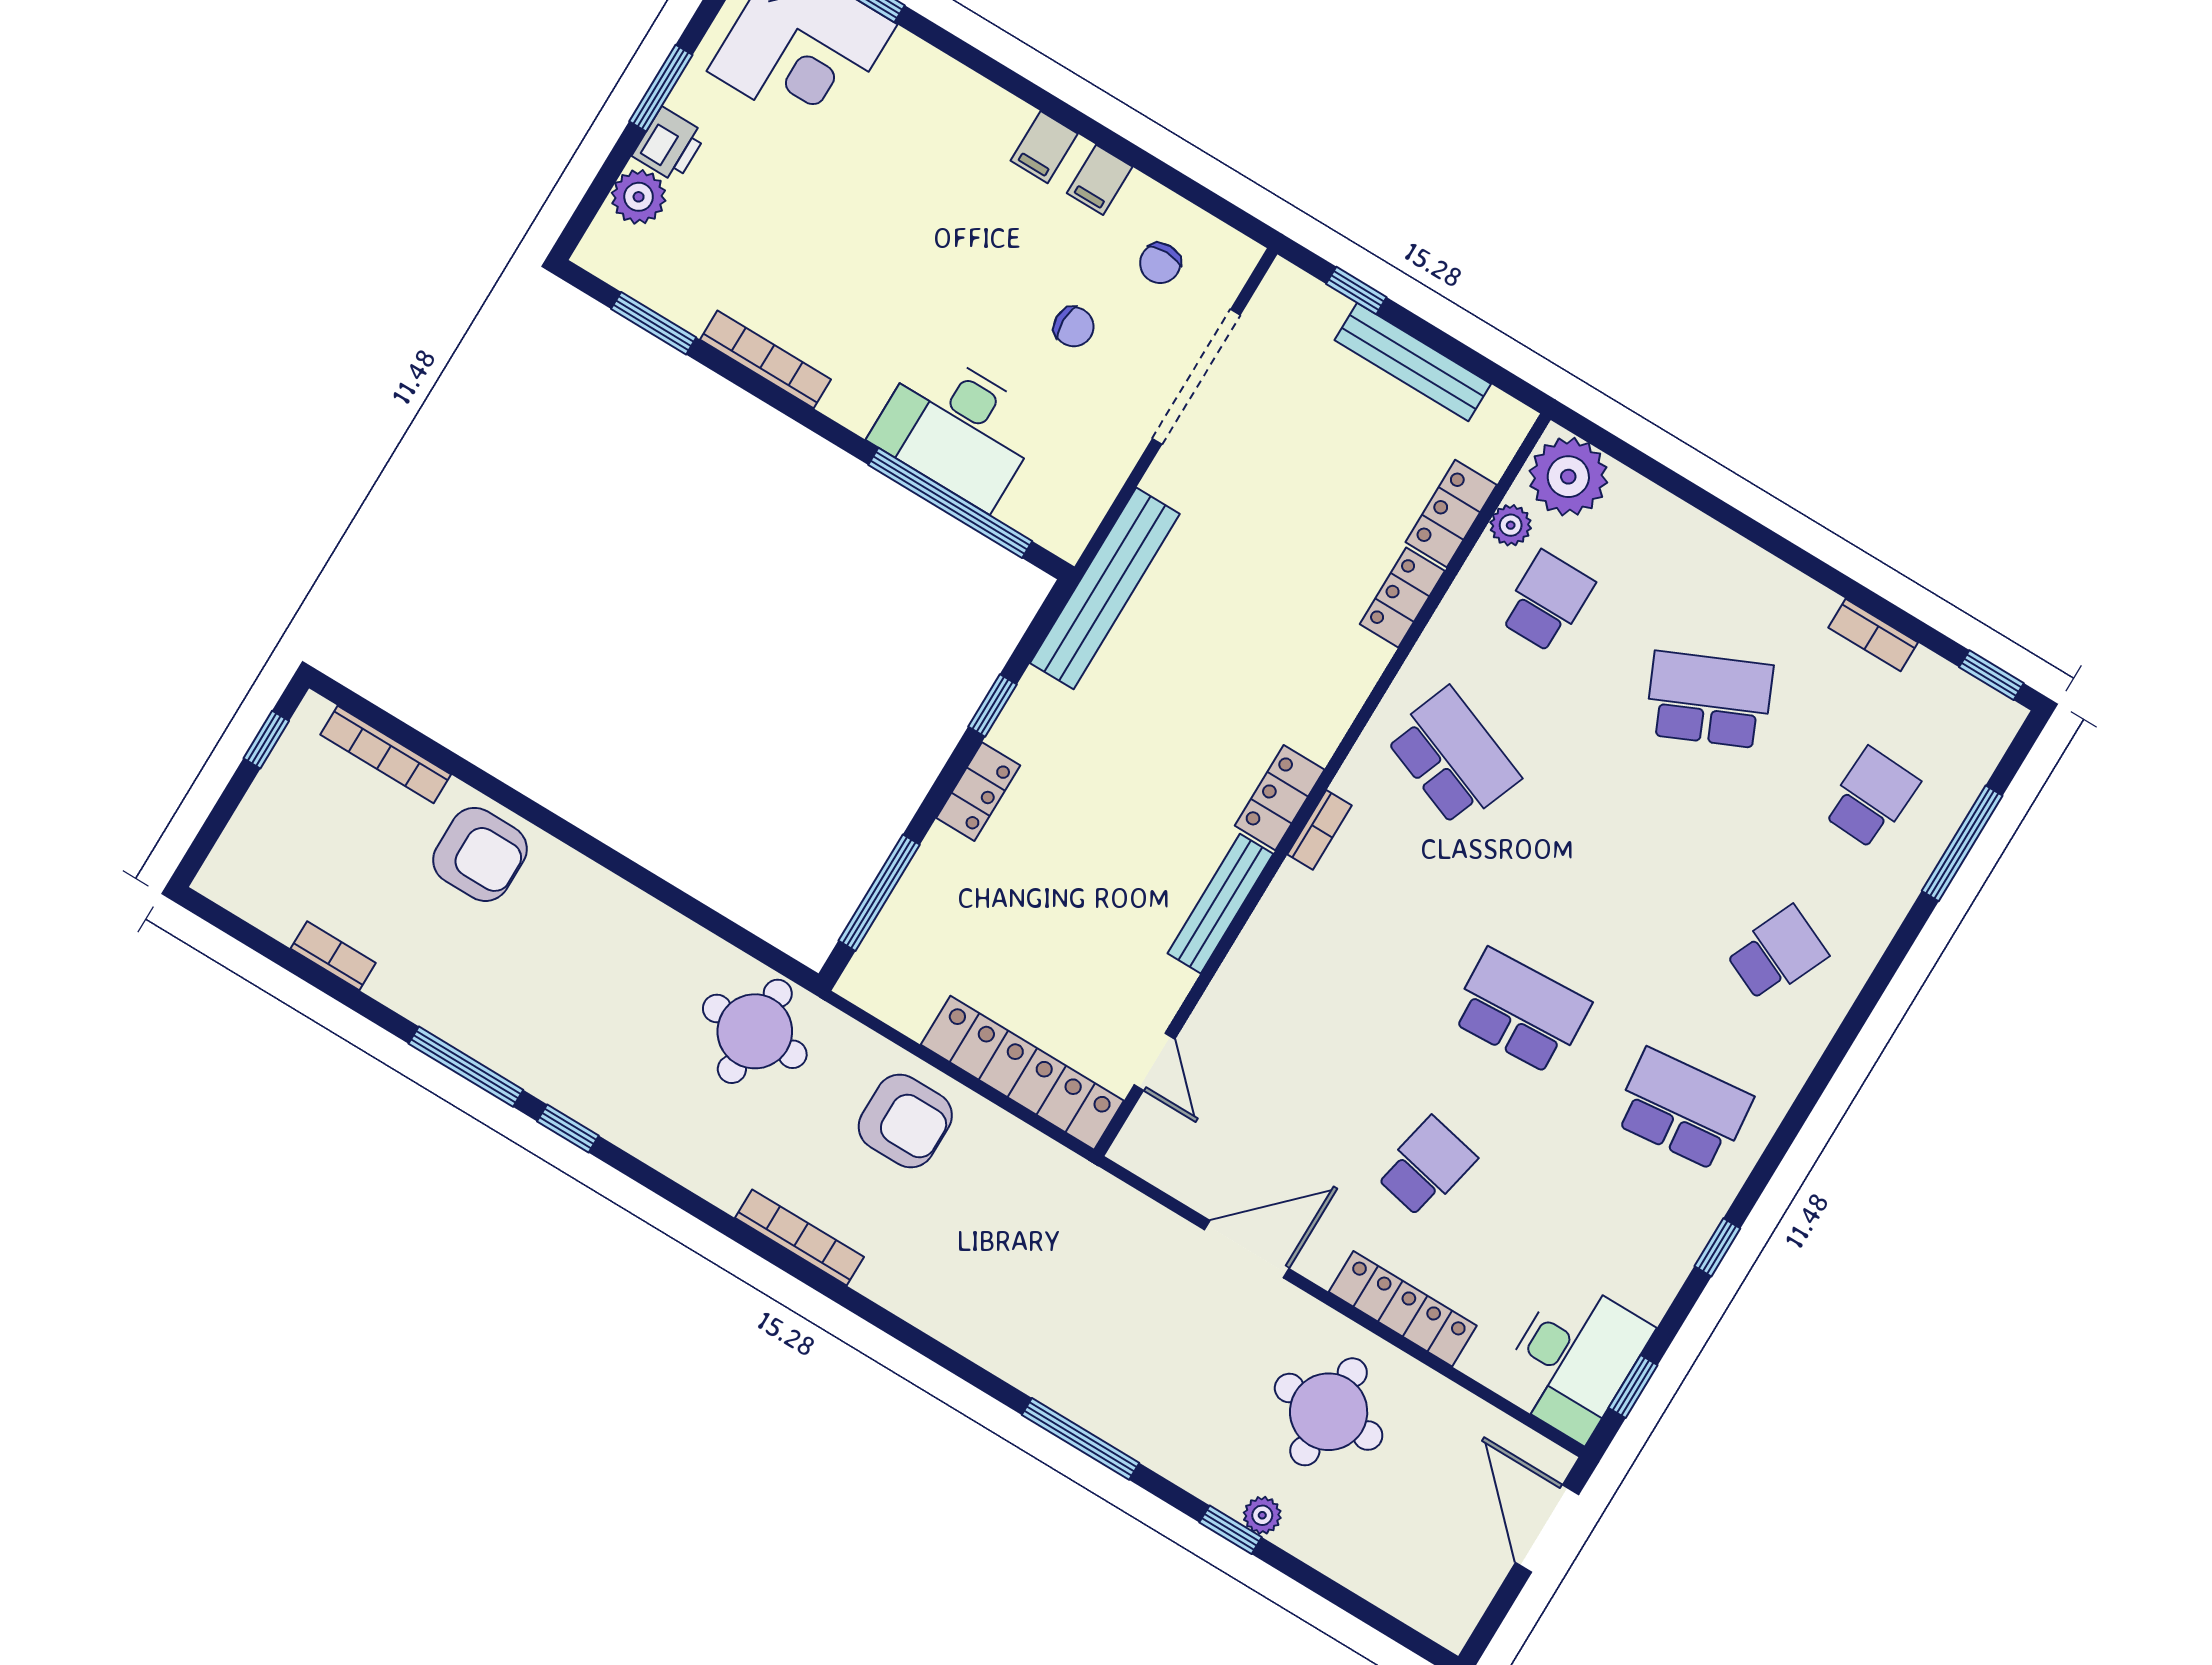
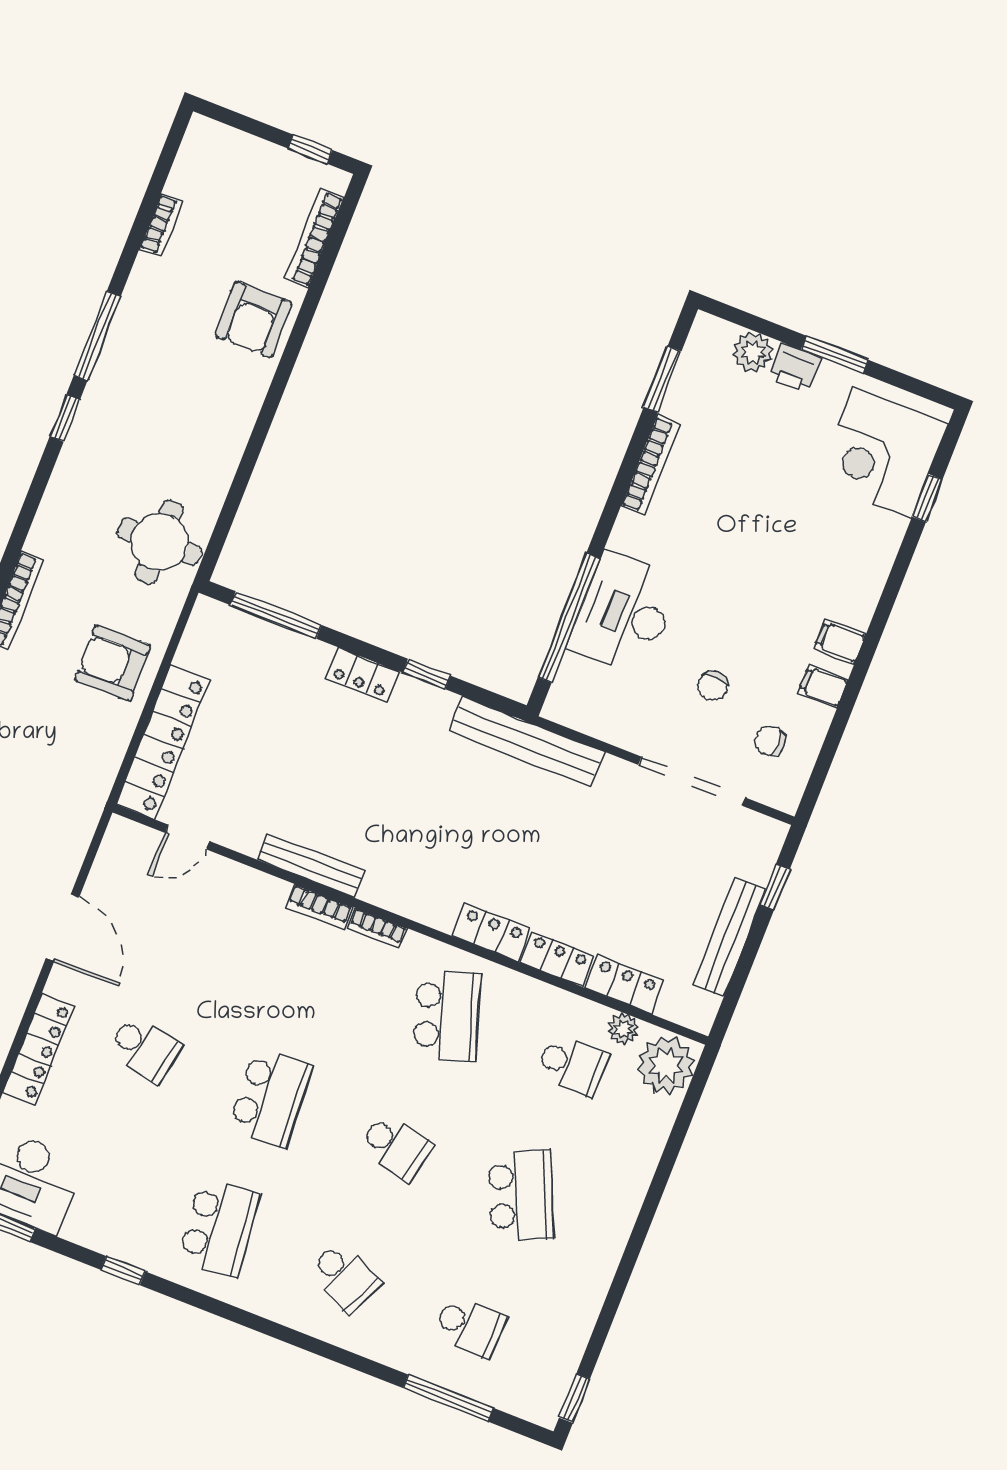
bookcase: (1873, 635) -> (319, 907), moved, turned -90
school desk: (1453, 757) -> (447, 1016), turned -39
locker: (1280, 798) -> (491, 932), moved
school desk: (1615, 855) -> (396, 1146), added
armchair: (905, 1121) -> (113, 663), turned 89

